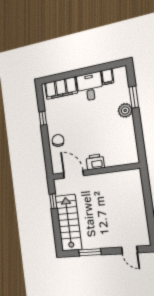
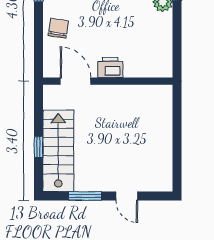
window: (53, 201) -> (39, 147), moved
door: (130, 250) -> (127, 196), moved

